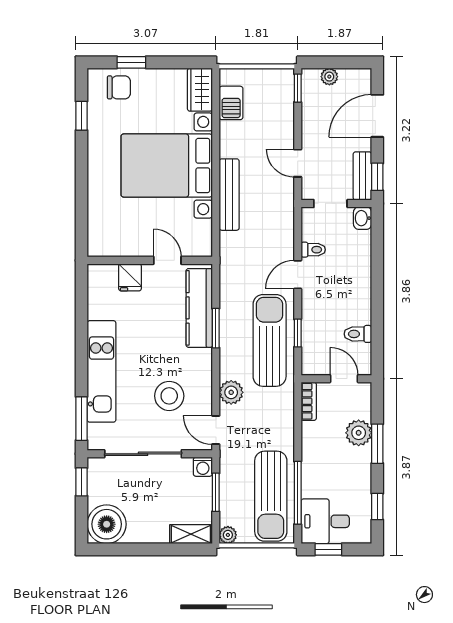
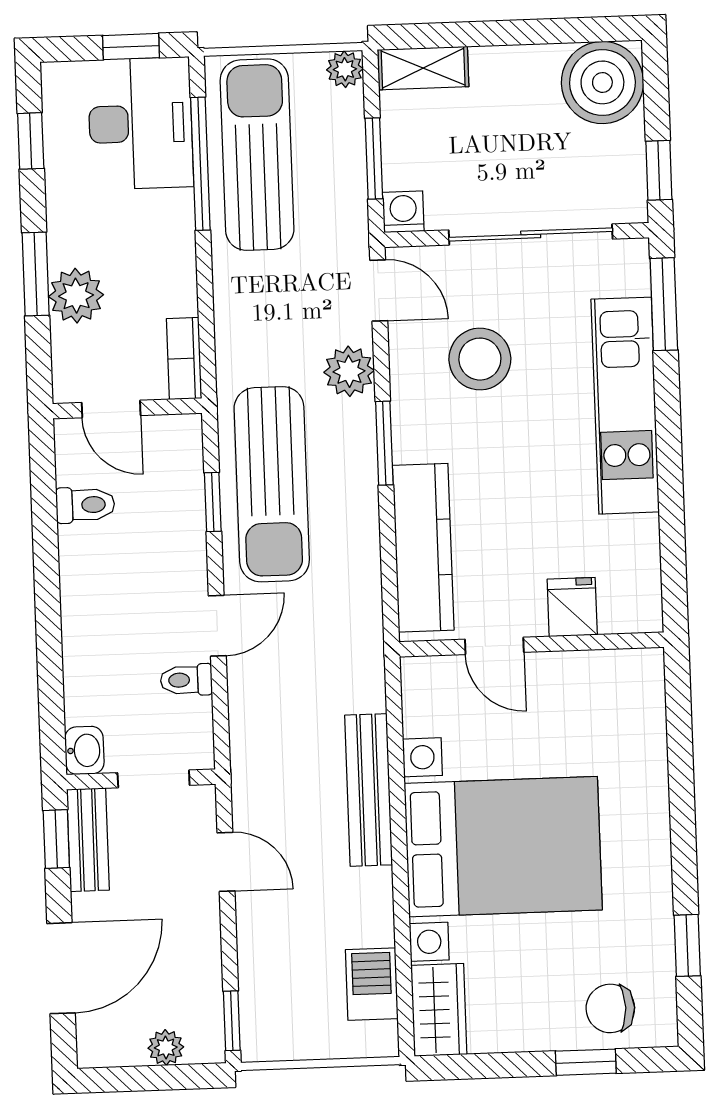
window: (216, 328) -> (384, 443), moved
desk: (325, 521) -> (140, 123), width x1.37

